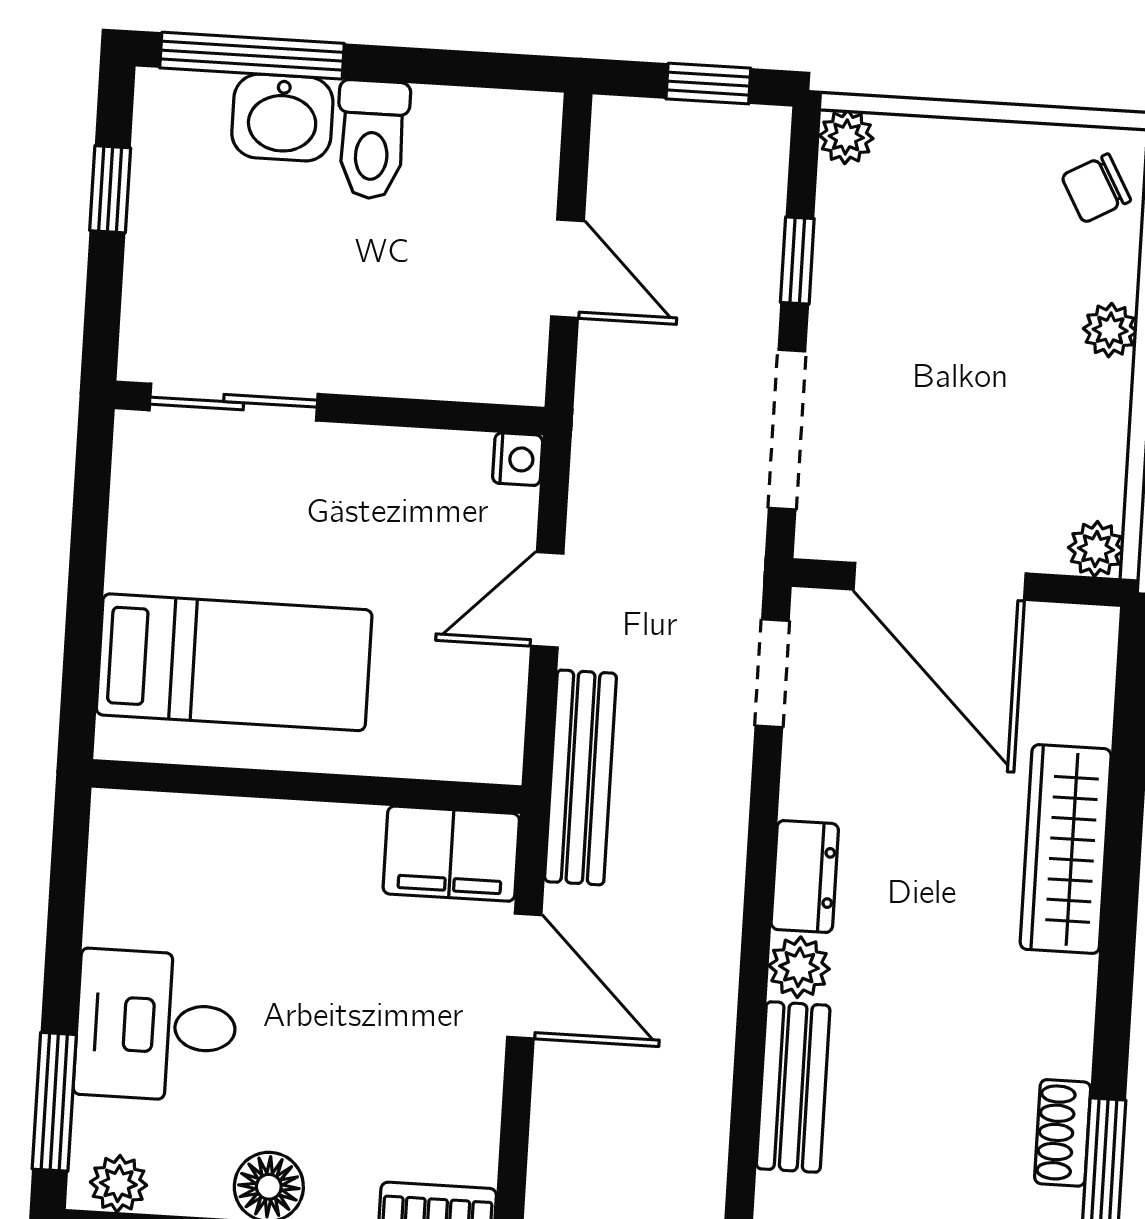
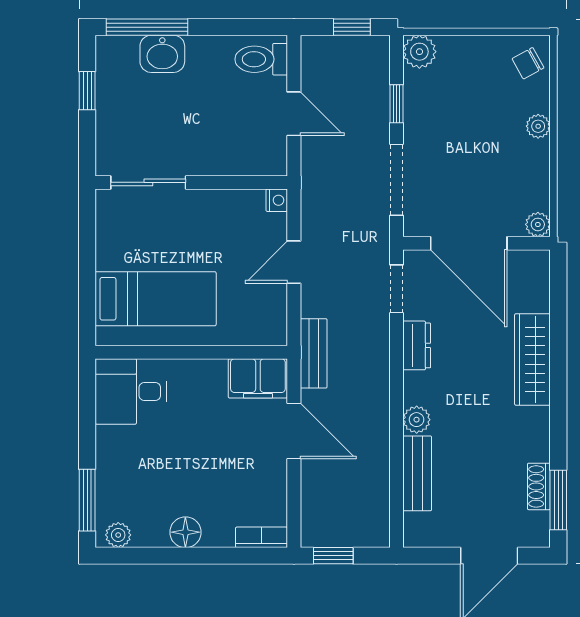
plant: (846, 137) -> (419, 52), width x1.38, depth x1.38
toilet: (372, 140) -> (261, 59), moved, turned 90
bench: (580, 777) -> (314, 353), width x0.73
dresser: (805, 877) -> (417, 345), moved
desk: (156, 1026) -> (131, 391), moved

